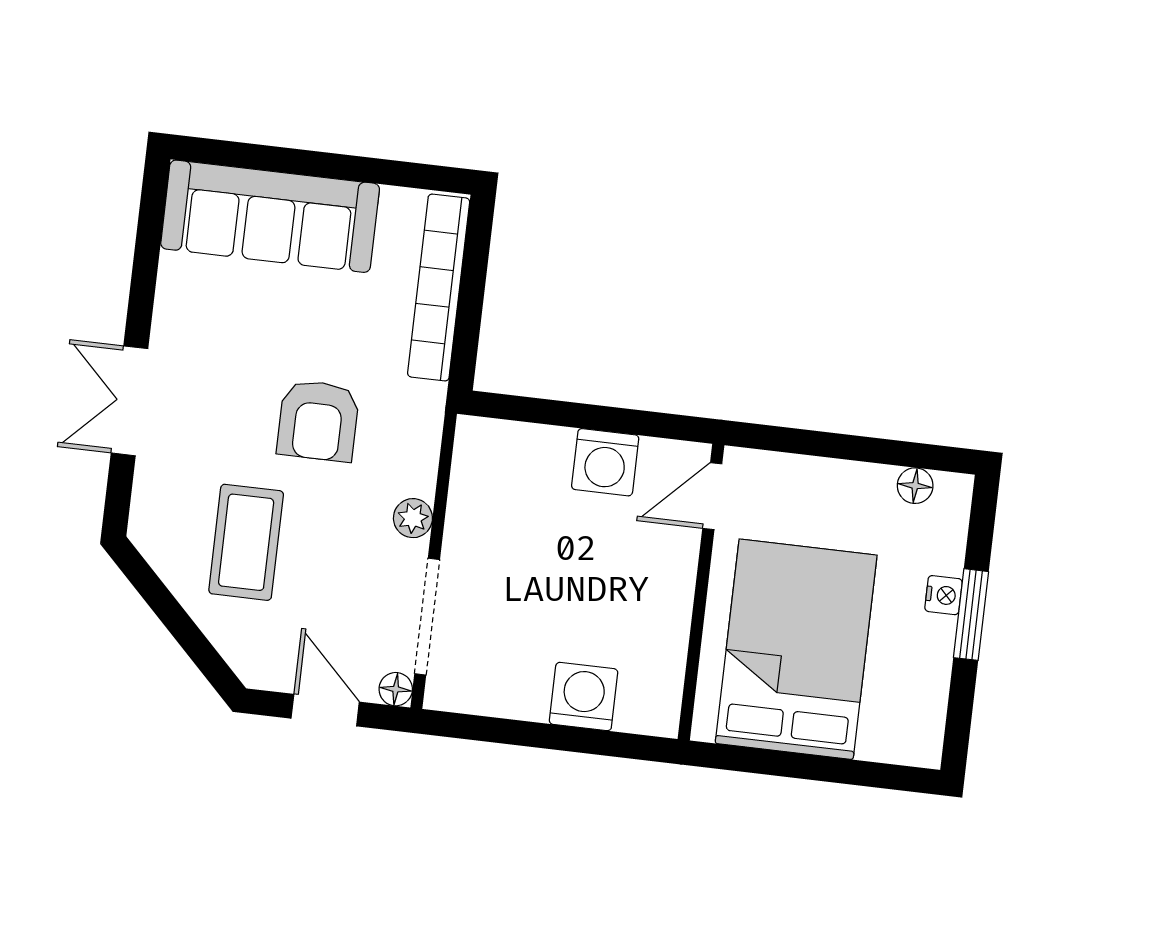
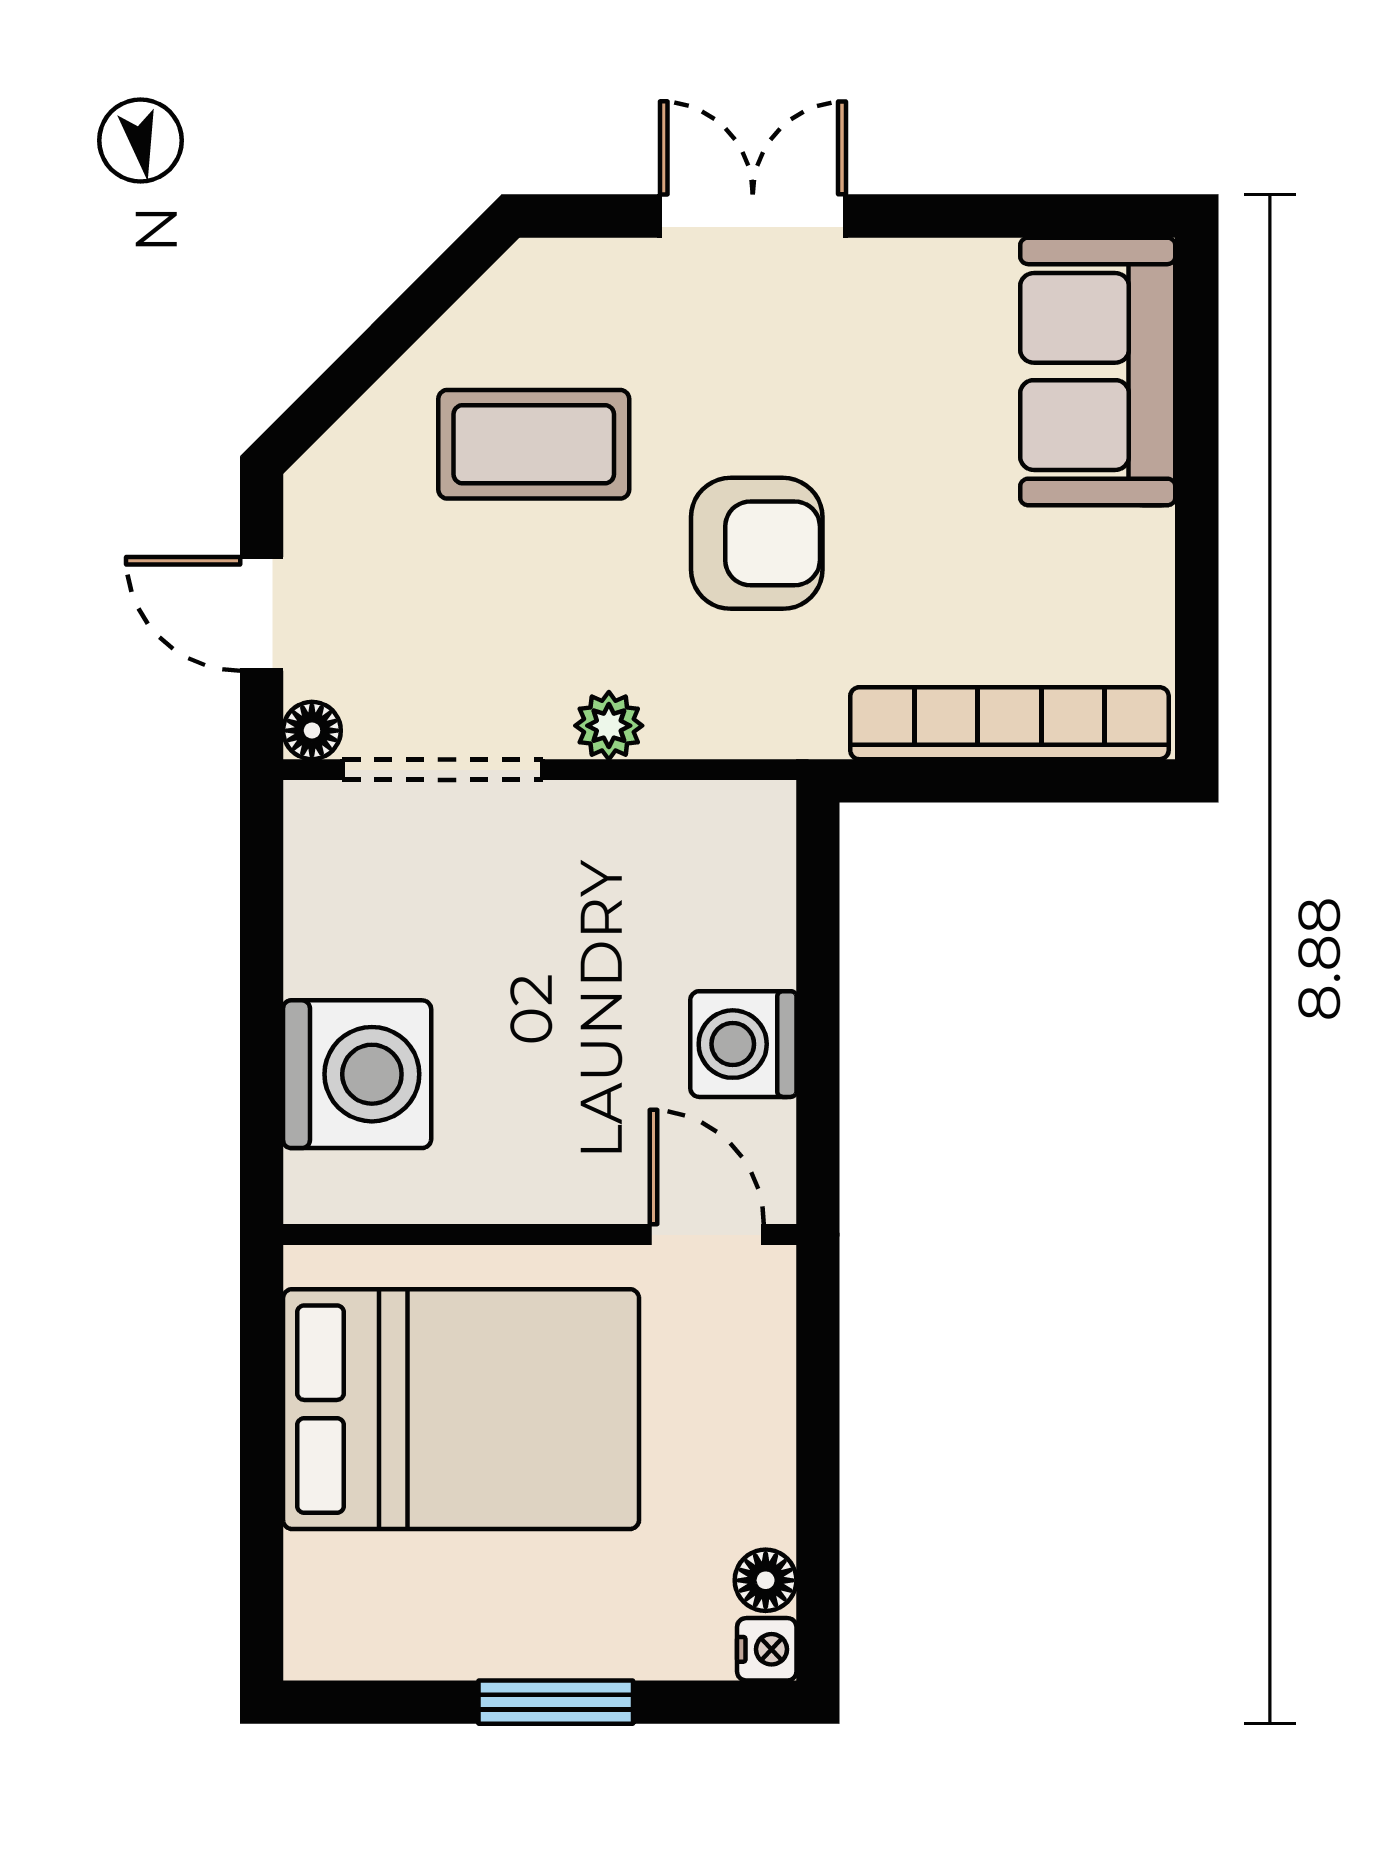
sofa: (270, 216) -> (1098, 371), width x0.73
armchair: (318, 421) -> (757, 543), turned 180
nightstand: (943, 595) -> (767, 1649), moved, turned -90
washing machine: (584, 697) -> (357, 1074), width x1.37, depth x1.37
door: (325, 710) -> (262, 614), swing flipped

